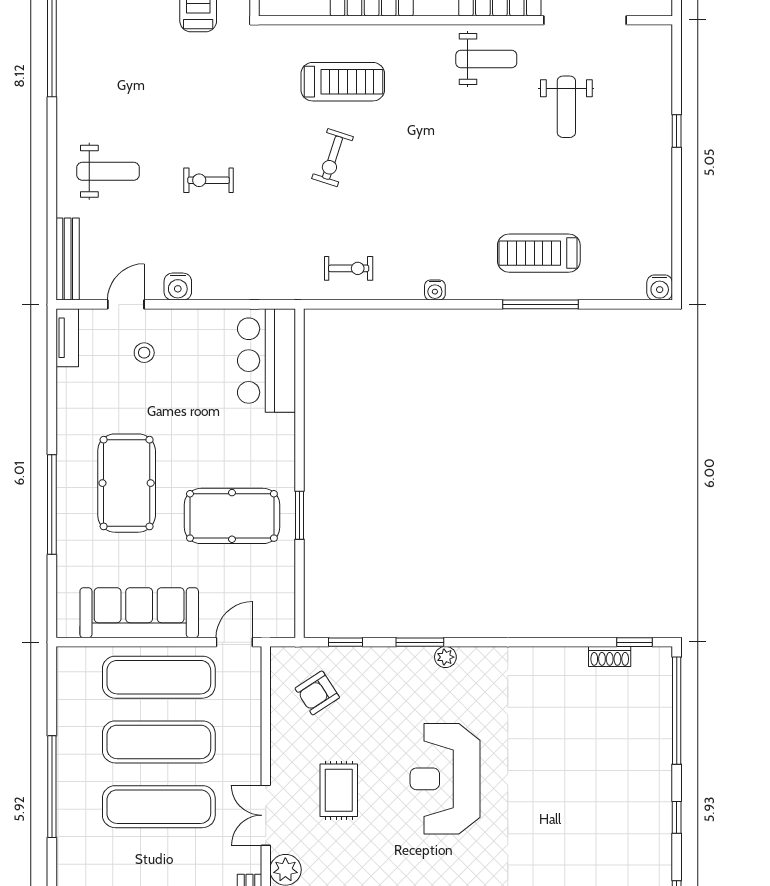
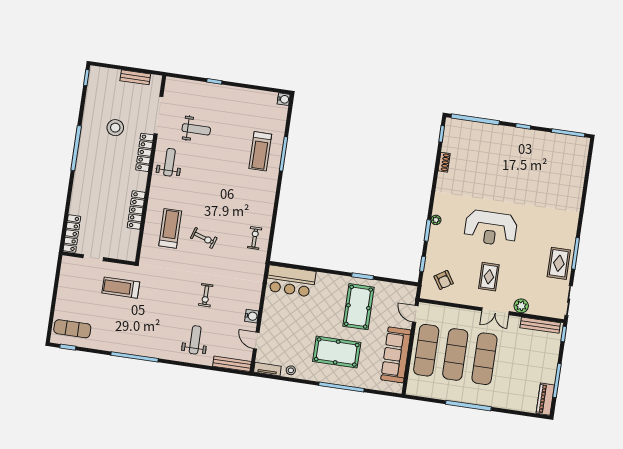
water cooler: (435, 290) -> (270, 201), removed
stool: (144, 353) -> (291, 370), moved
shoe rack: (610, 656) -> (444, 162), moved
rug: (339, 790) -> (489, 277), turned 90

